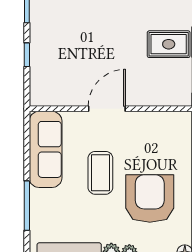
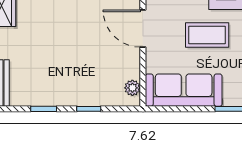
plant: (48, 98) -> (132, 88), added

